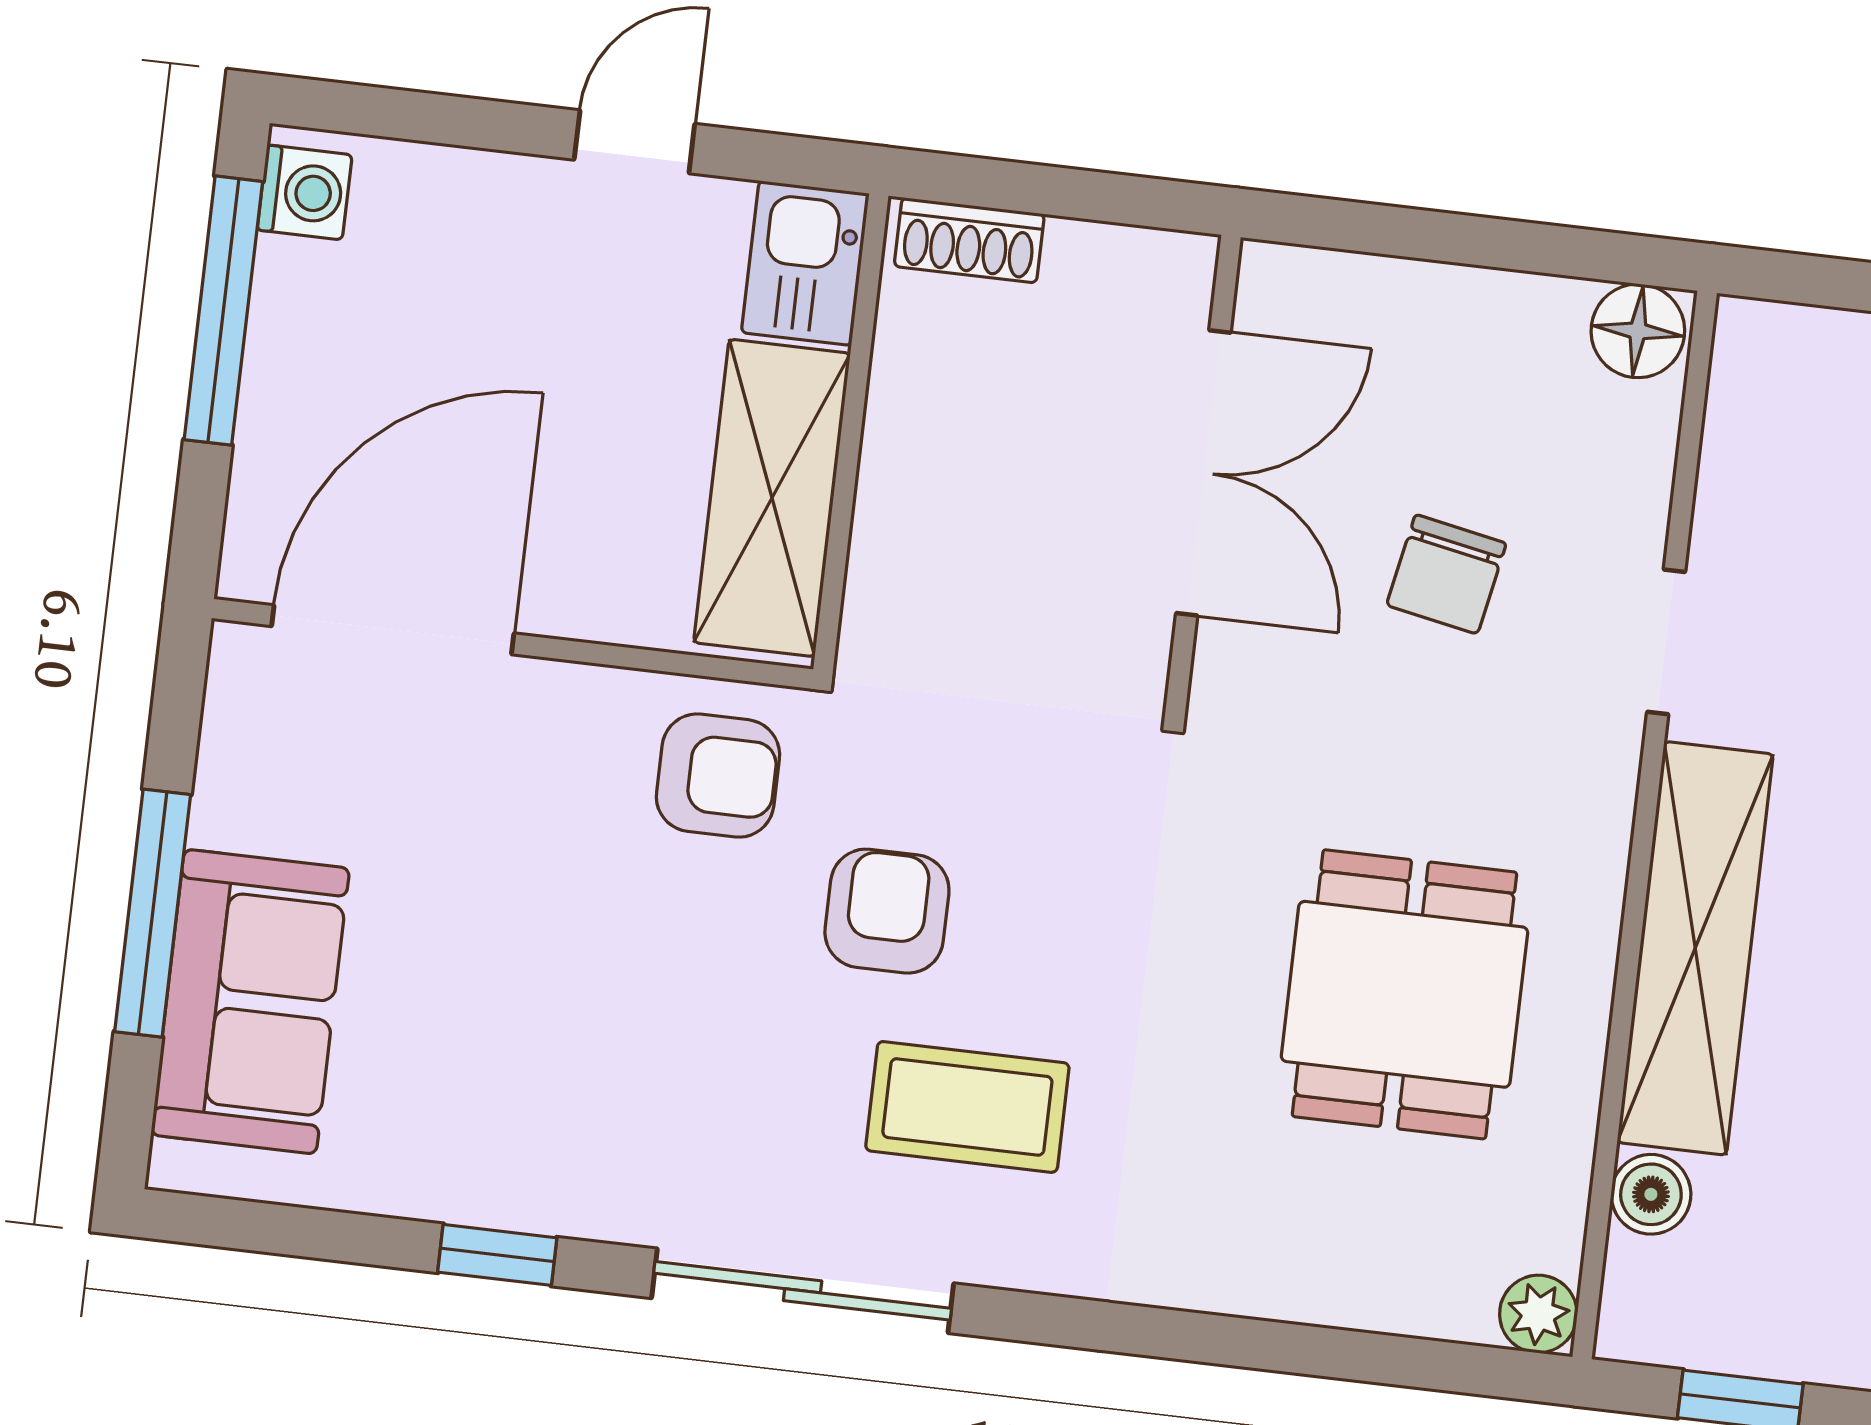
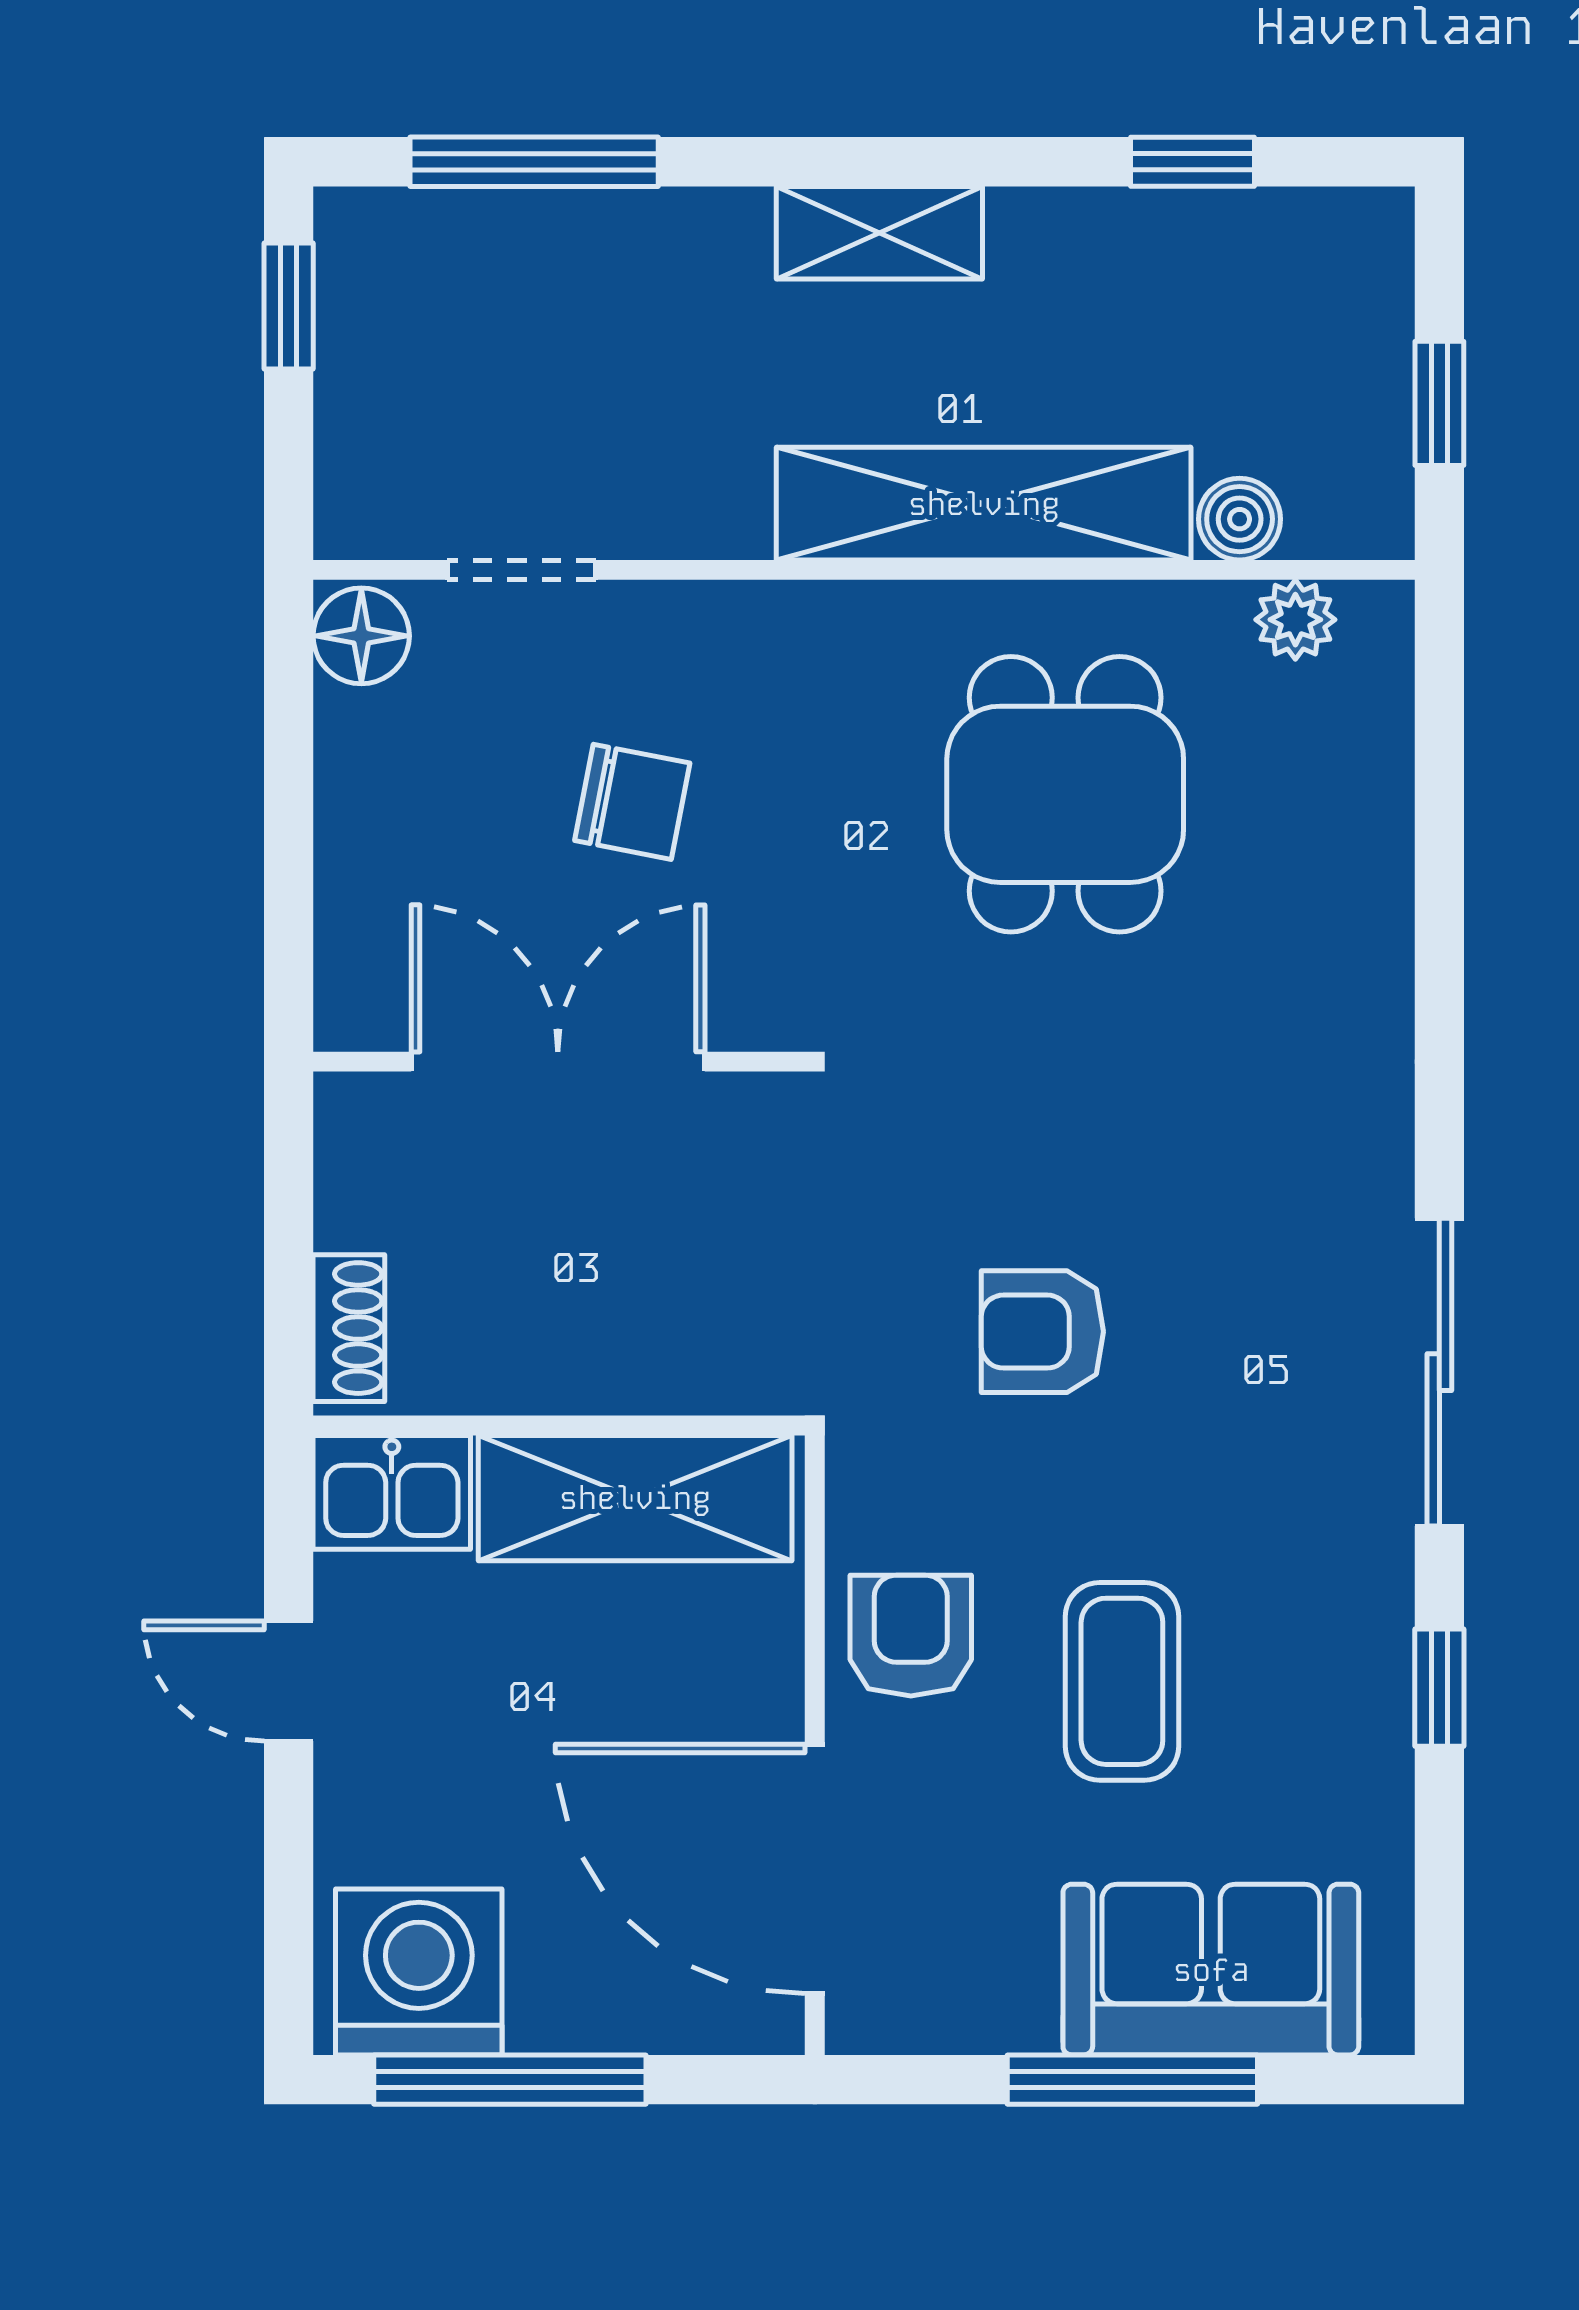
washing machine: (305, 192) -> (419, 1972), width x1.89, depth x1.89
doorway: (1666, 642) -> (521, 570), moved
armchair: (718, 776) -> (911, 1636), moved
dining table: (1404, 994) -> (1065, 794), turned 90
coffee table: (967, 1107) -> (1122, 1681), moved
plant: (1538, 1314) -> (1295, 620), moved

